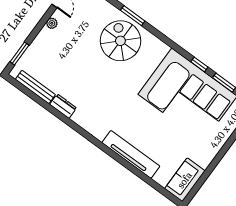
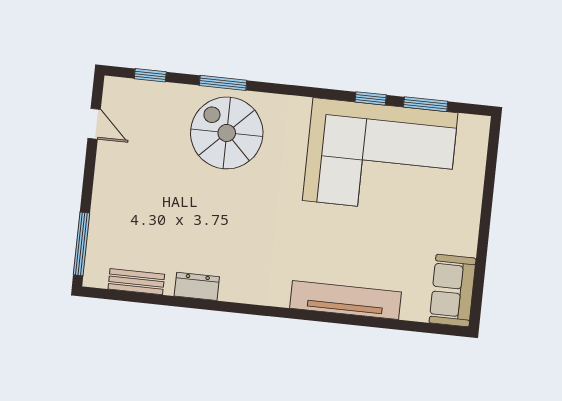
plant: (52, 23) -> (104, 168), removed
window: (20, 54) -> (82, 244), width x1.44
bench: (35, 87) -> (136, 282), width x0.73

